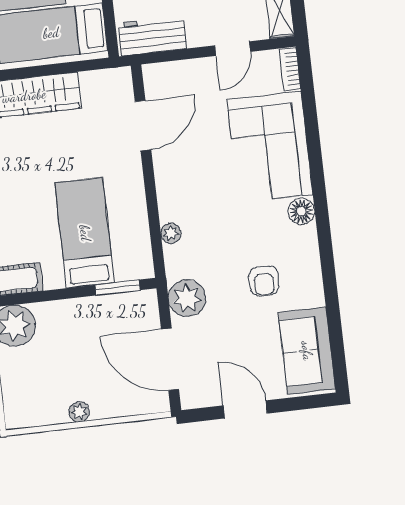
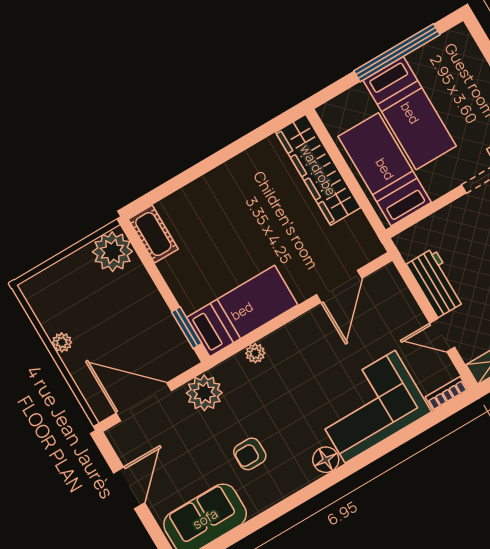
workbench: (152, 36) -> (436, 283), moved
door: (143, 126) -> (339, 286), hinge flipped
bed: (85, 233) -> (242, 311), moved
door: (170, 359) -> (144, 402), hinge flipped

